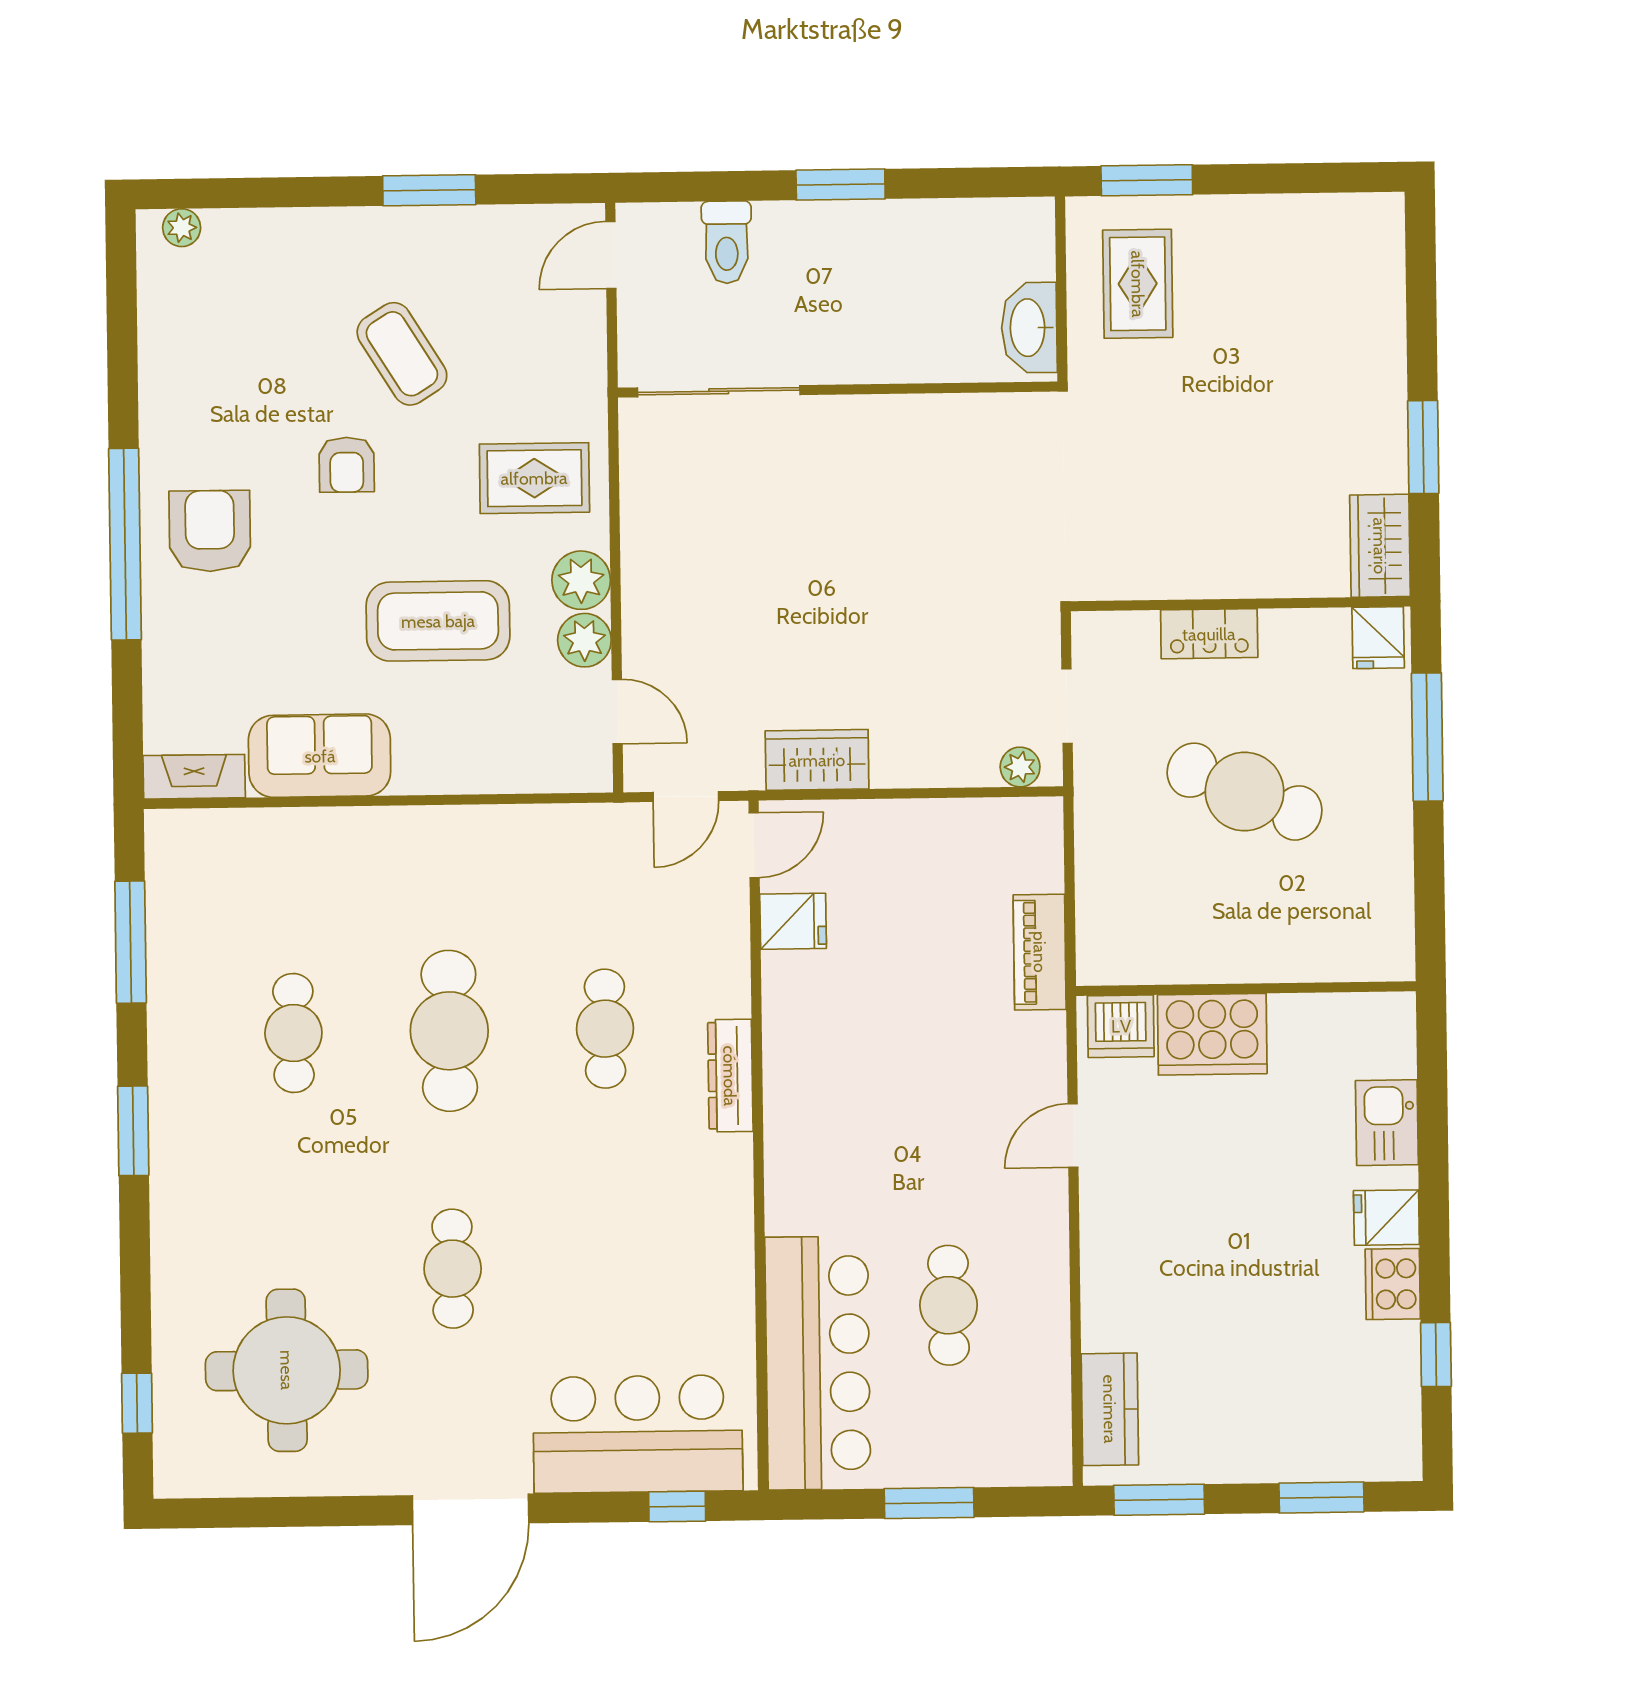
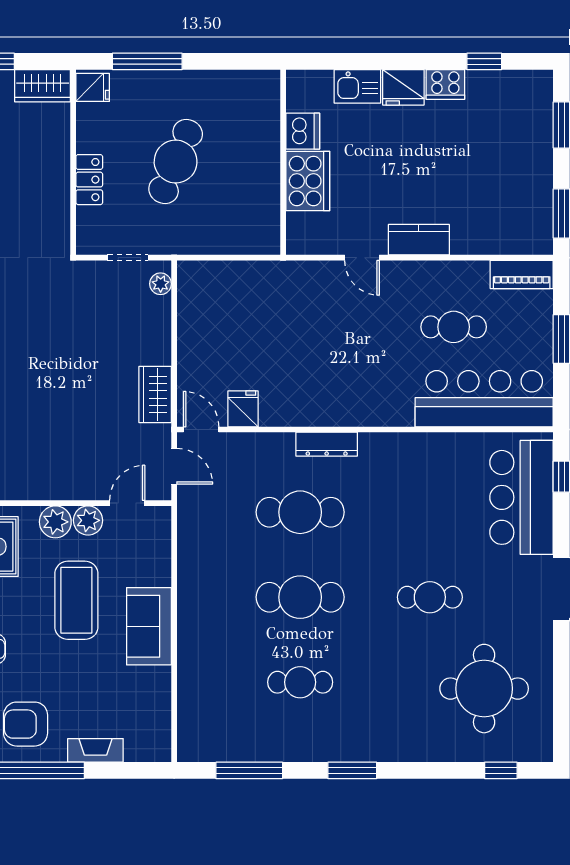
sofa: (320, 756) -> (149, 626), moved
fireplace: (194, 777) -> (95, 750), moved, turned 90
piano: (1040, 952) -> (522, 275), moved
dishwasher: (1121, 1026) -> (303, 131), moved
cafe table: (605, 1029) -> (300, 512), width x1.37, depth x1.35
fridge: (1386, 1218) -> (403, 87), width x1.38
kitchen counter: (1110, 1409) -> (419, 240), moved

